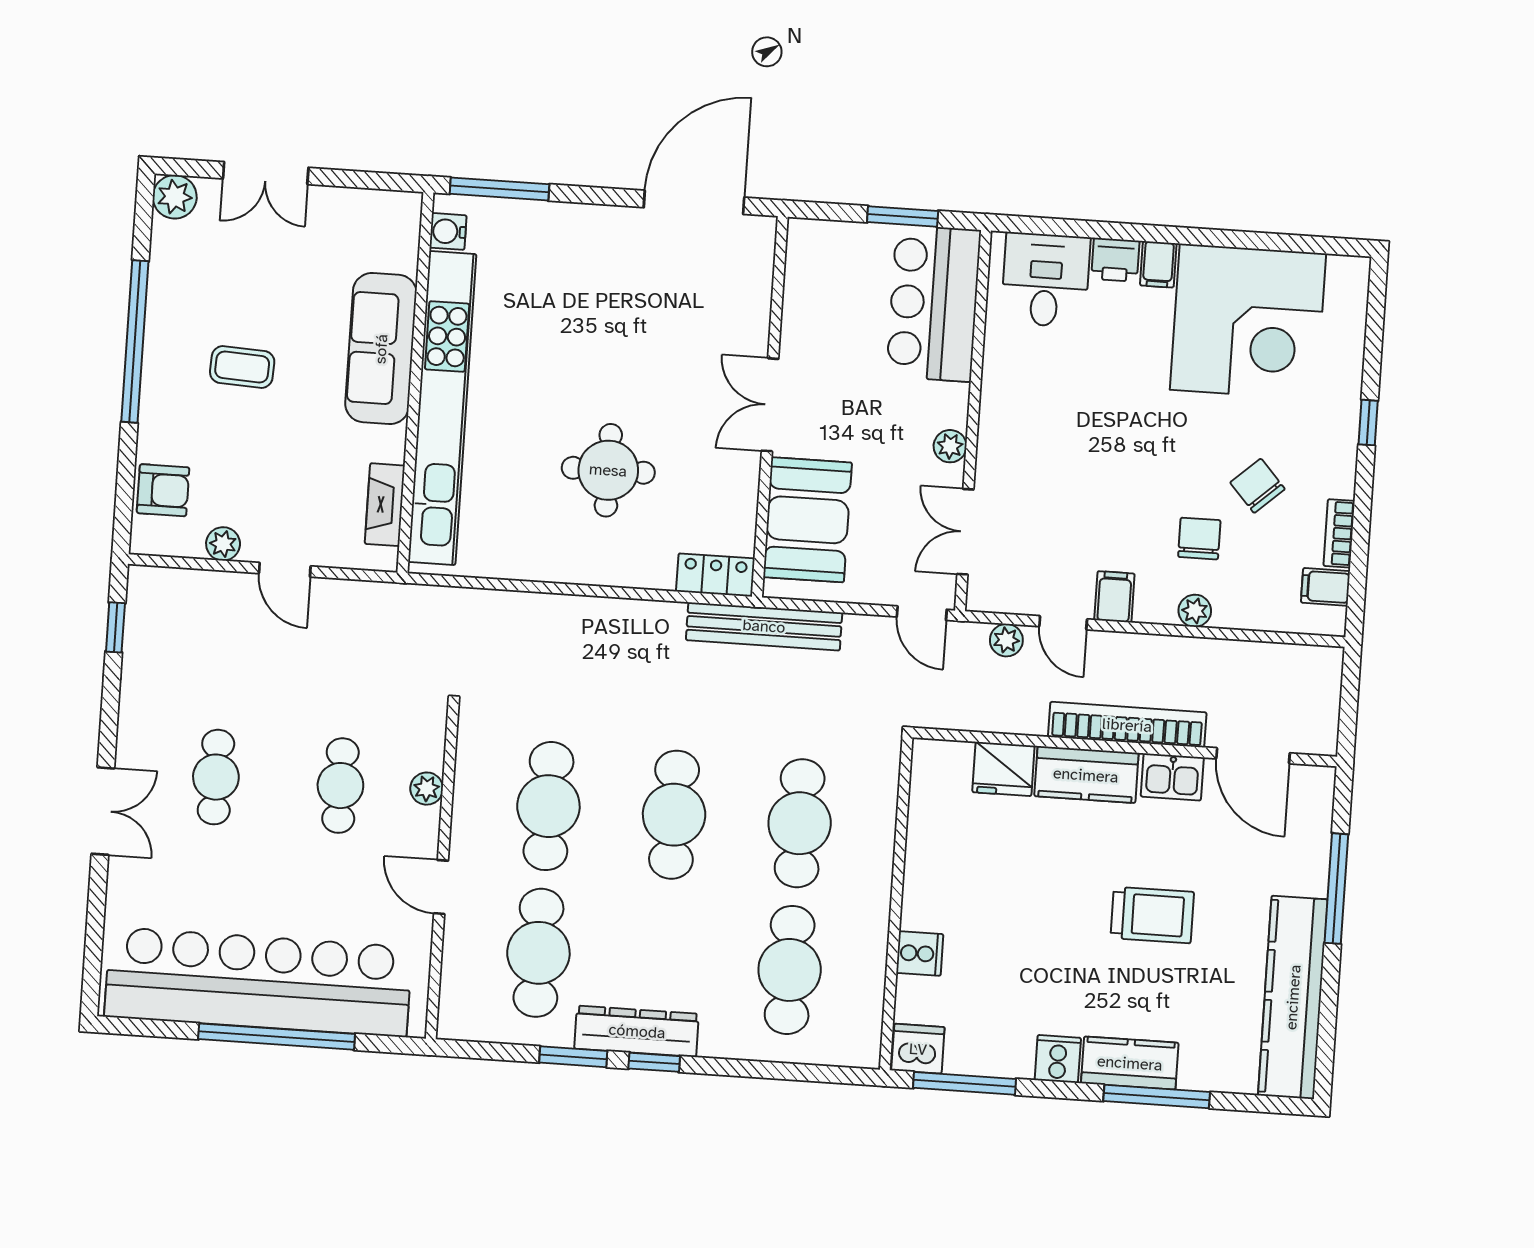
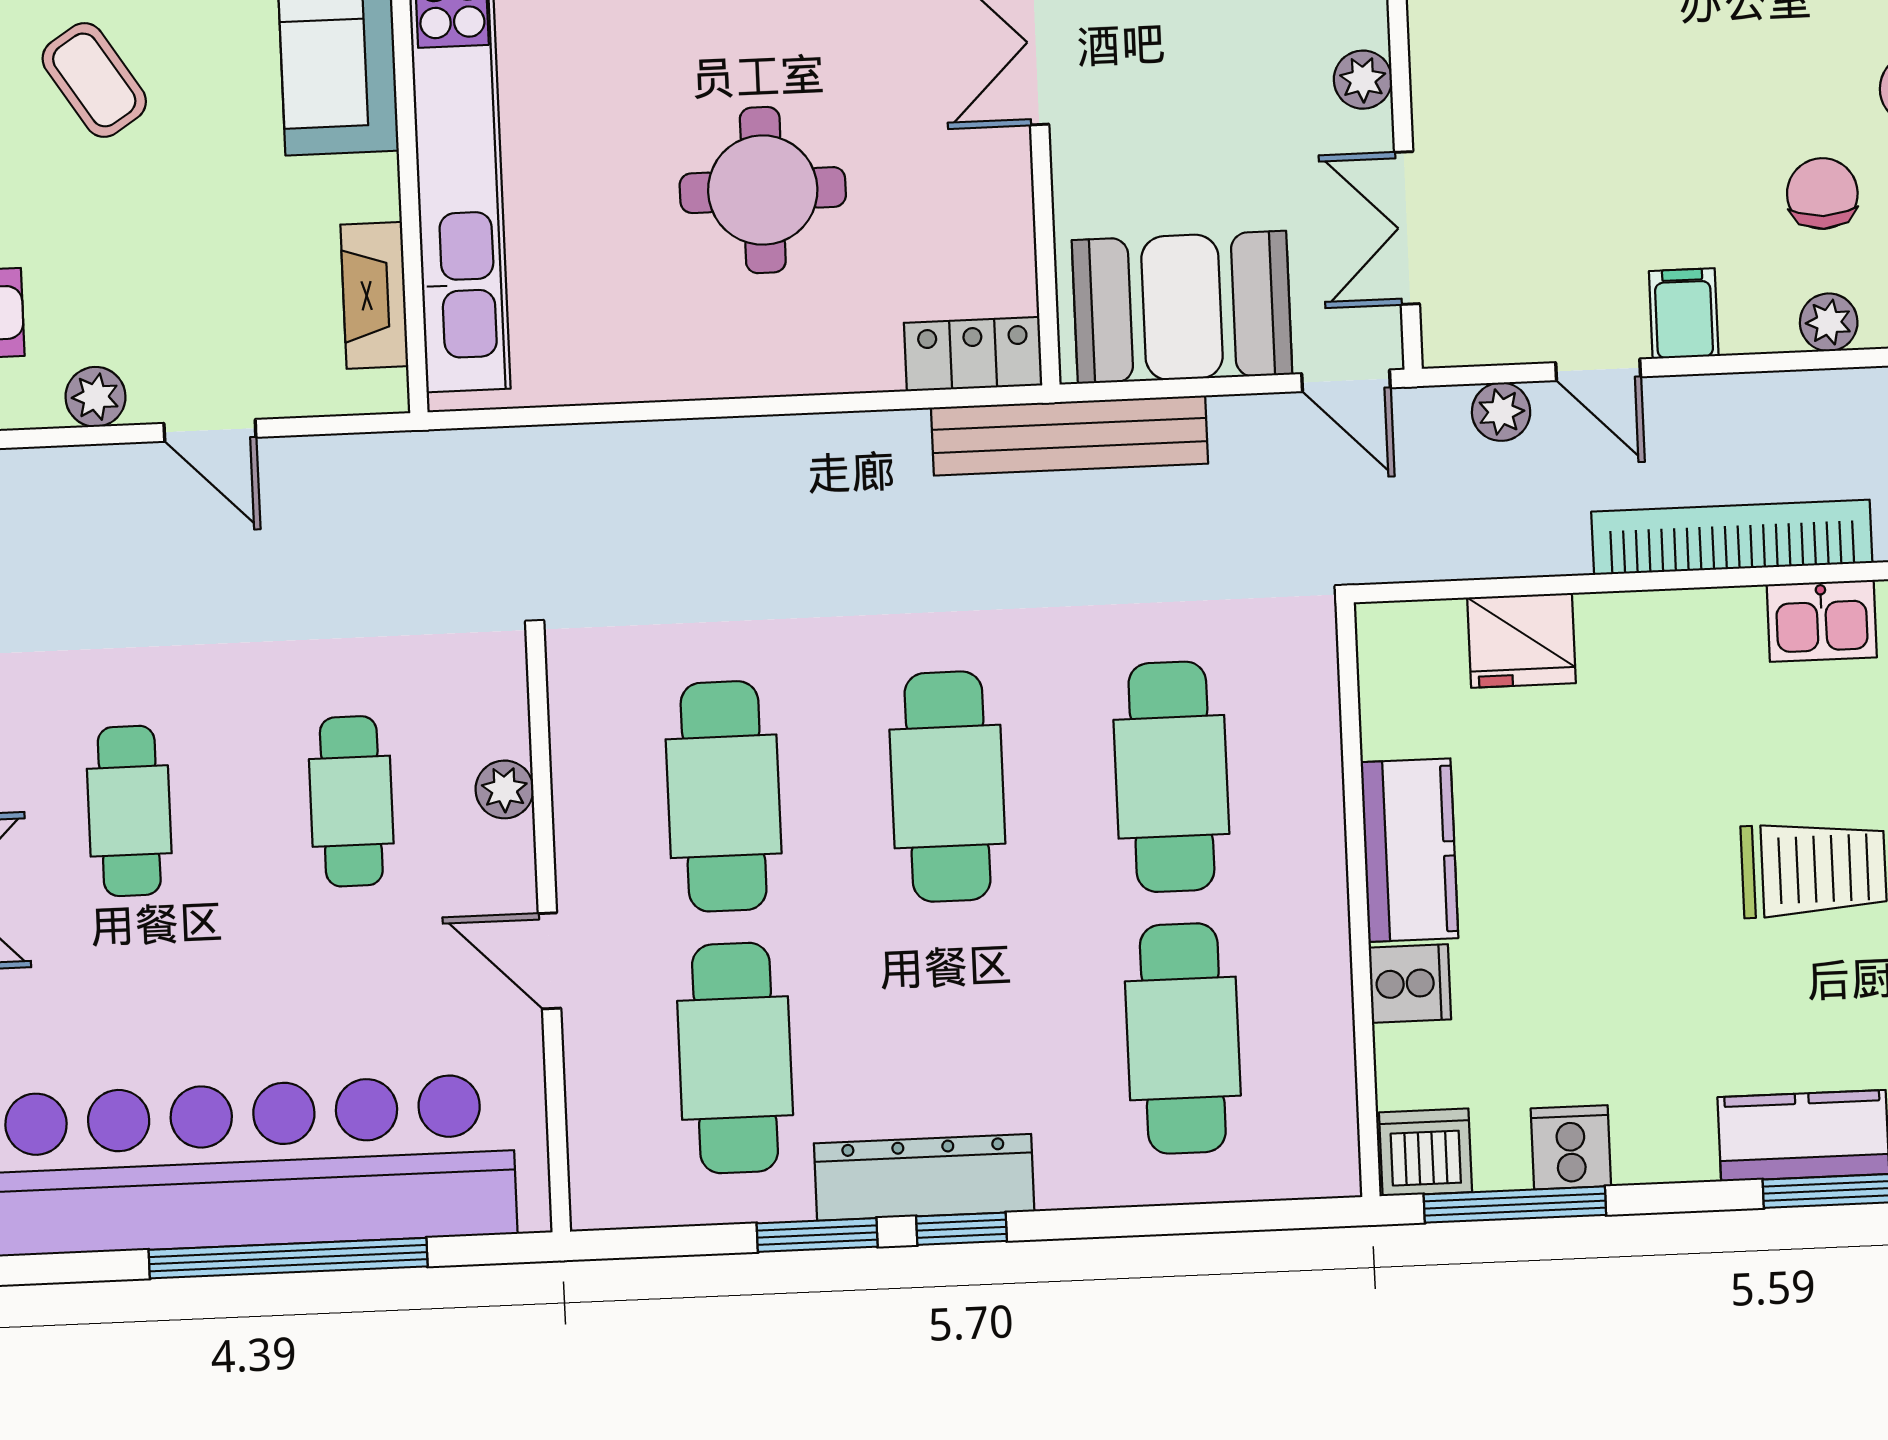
coffee table: (242, 367) -> (94, 80), turned 54
booth: (807, 520) -> (1182, 307), moved, turned 90
kitchen counter: (1086, 775) -> (1409, 850), moved, turned -90
cooker: (1058, 1059) -> (1571, 1147), moved

